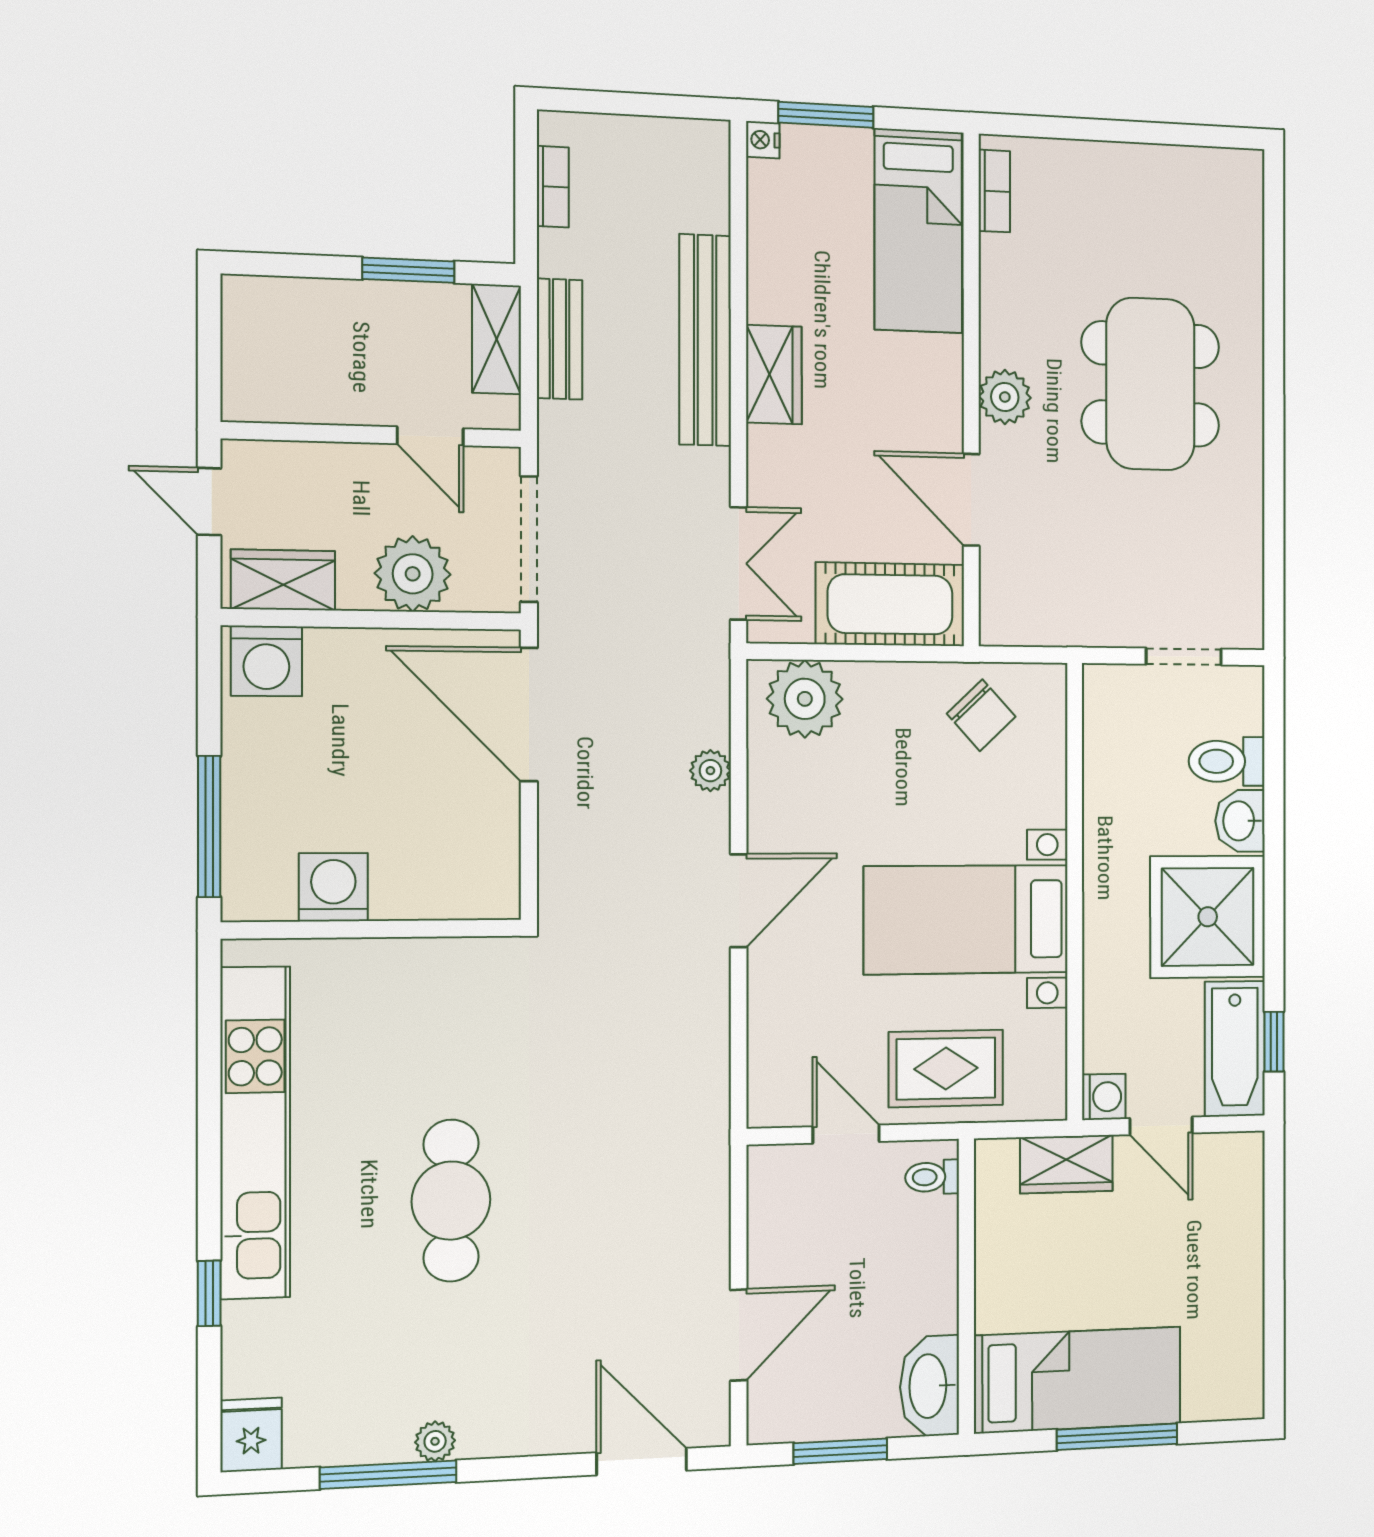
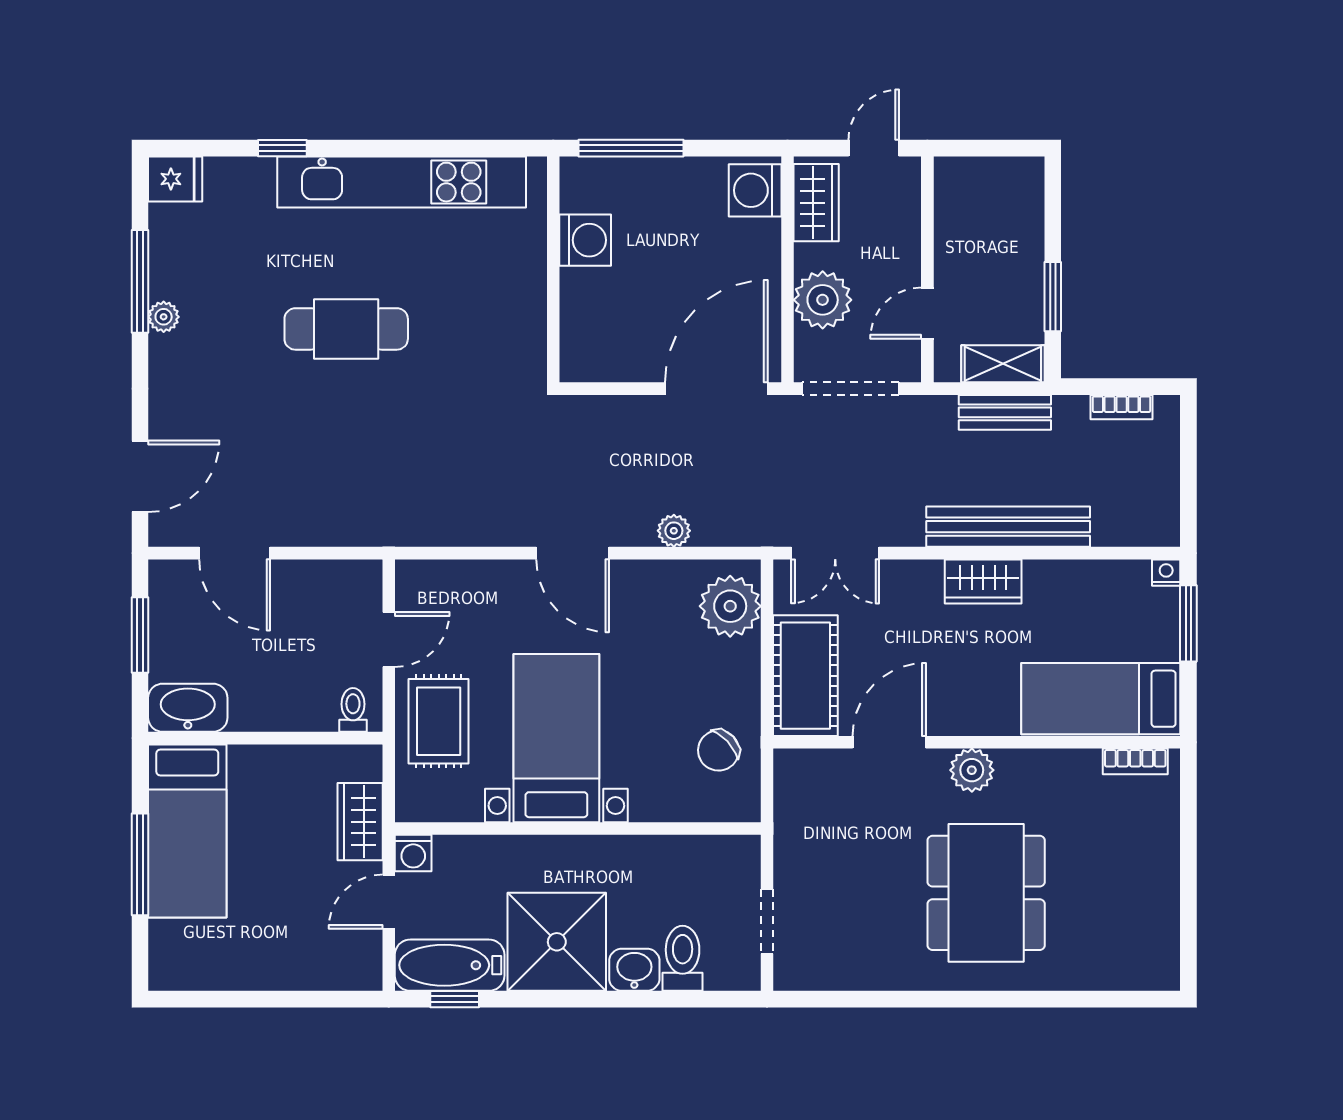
dining table: (1150, 384) -> (986, 893), turned 90

